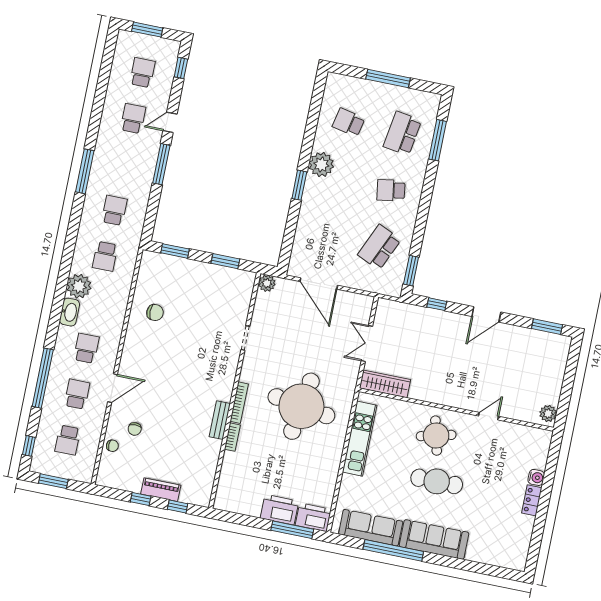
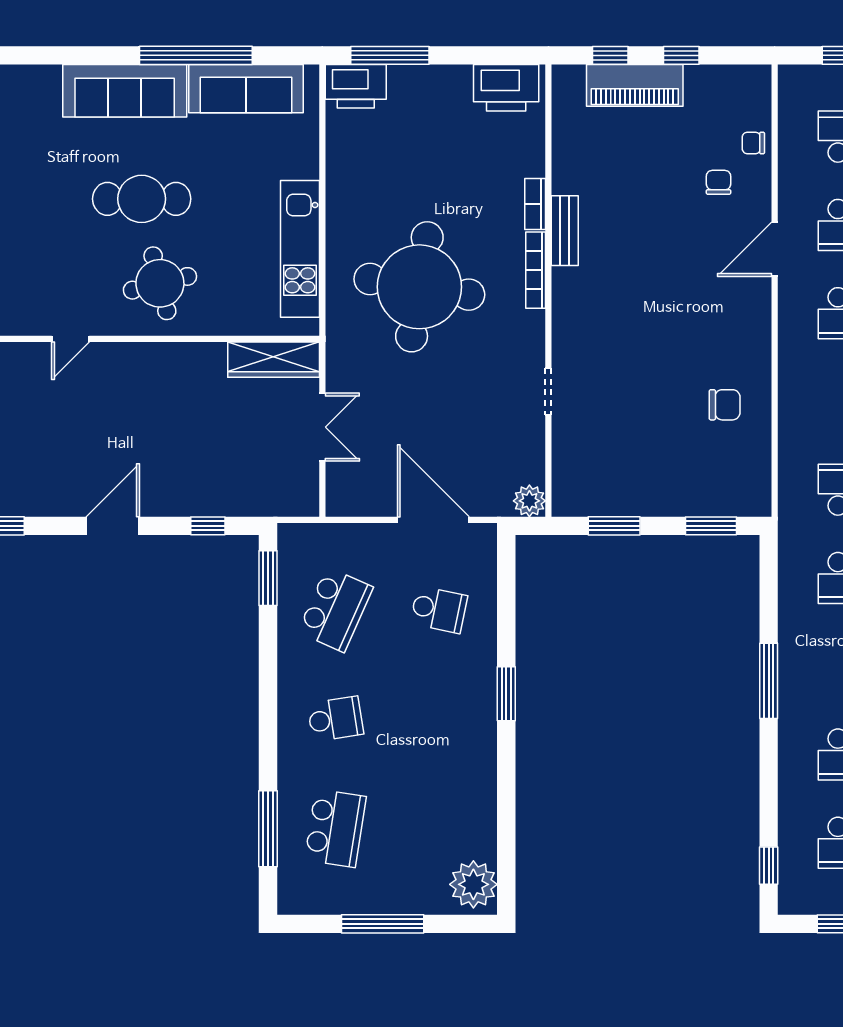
door: (170, 122) -> (769, 761), removed
school desk: (349, 122) -> (439, 610), moved
plant: (321, 165) -> (473, 884), moved
chair: (155, 313) -> (725, 405), turned 180
piano: (161, 490) -> (635, 85), width x1.37, depth x1.33
printer: (279, 510) -> (506, 88), moved

